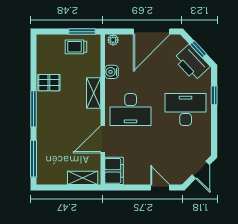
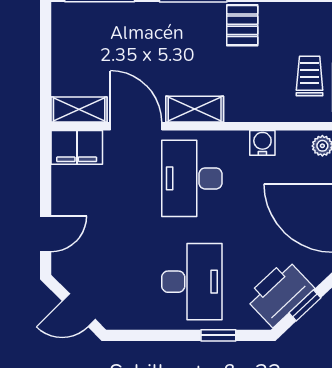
shelving: (94, 93) -> (195, 109), moved
shelving: (83, 178) -> (79, 110), moved, turned 90

